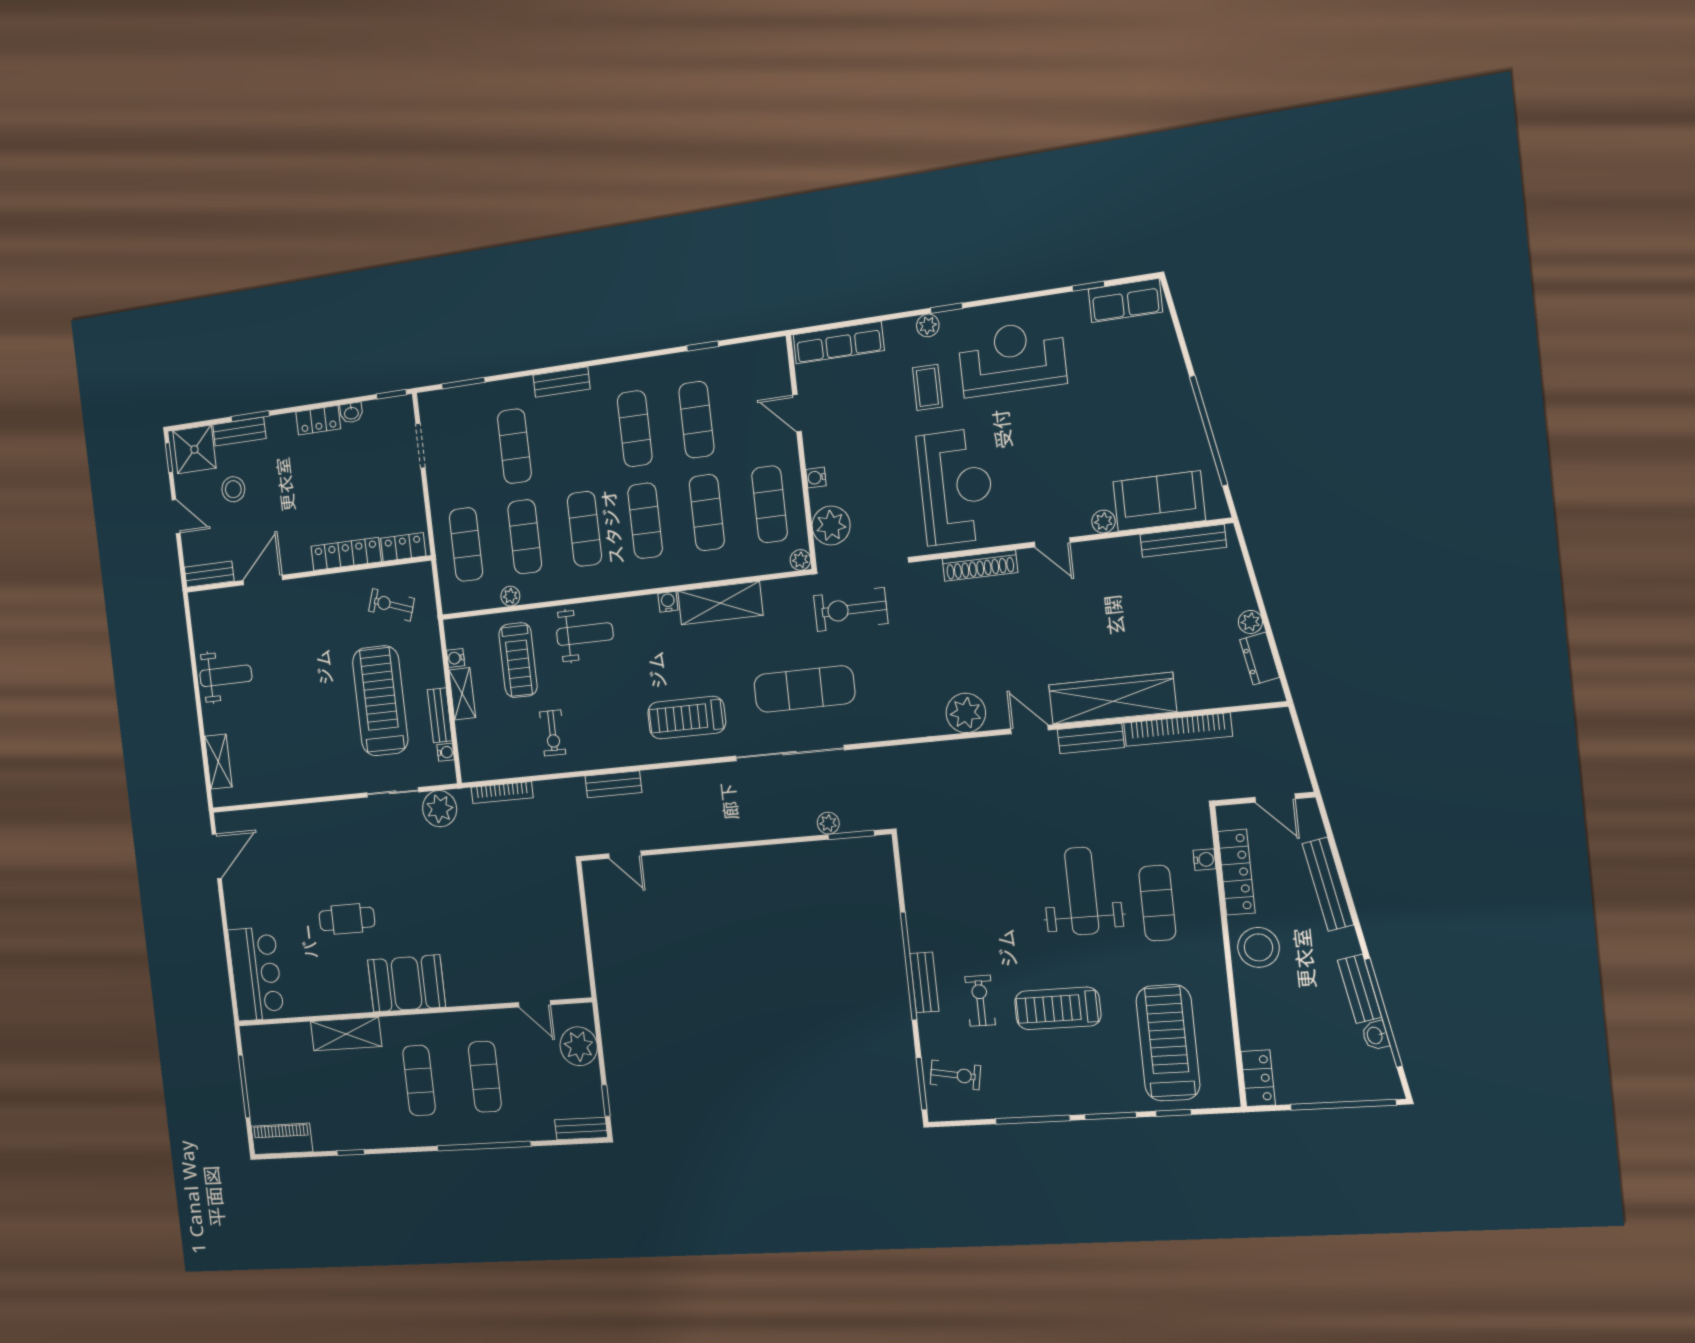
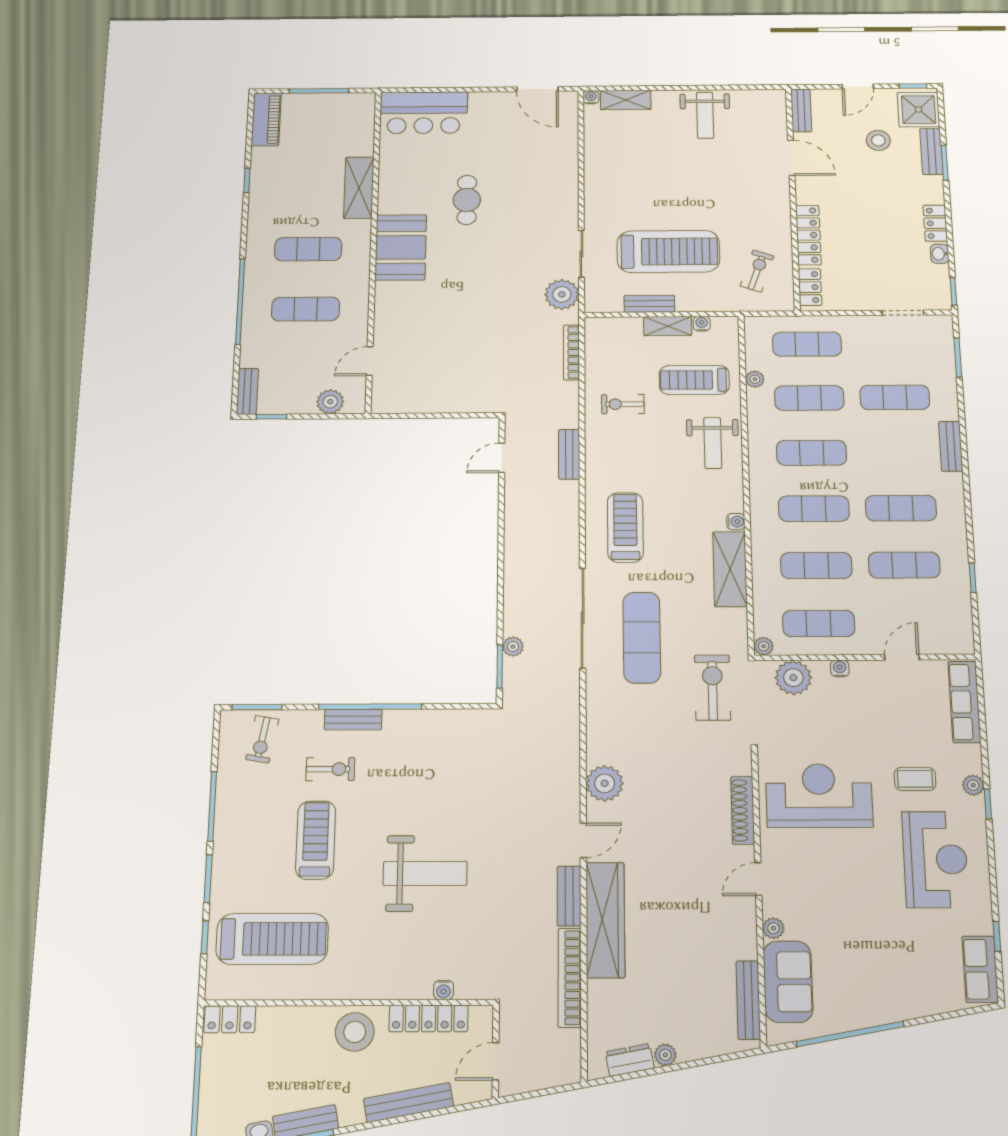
reception desk: (956, 487) -> (819, 796), turned 180
water cooler: (446, 752) -> (591, 97), moved, turned 180
exercise mat: (1157, 903) -> (407, 942), removed
plant: (579, 1046) -> (330, 402), width x0.73, depth x0.73

